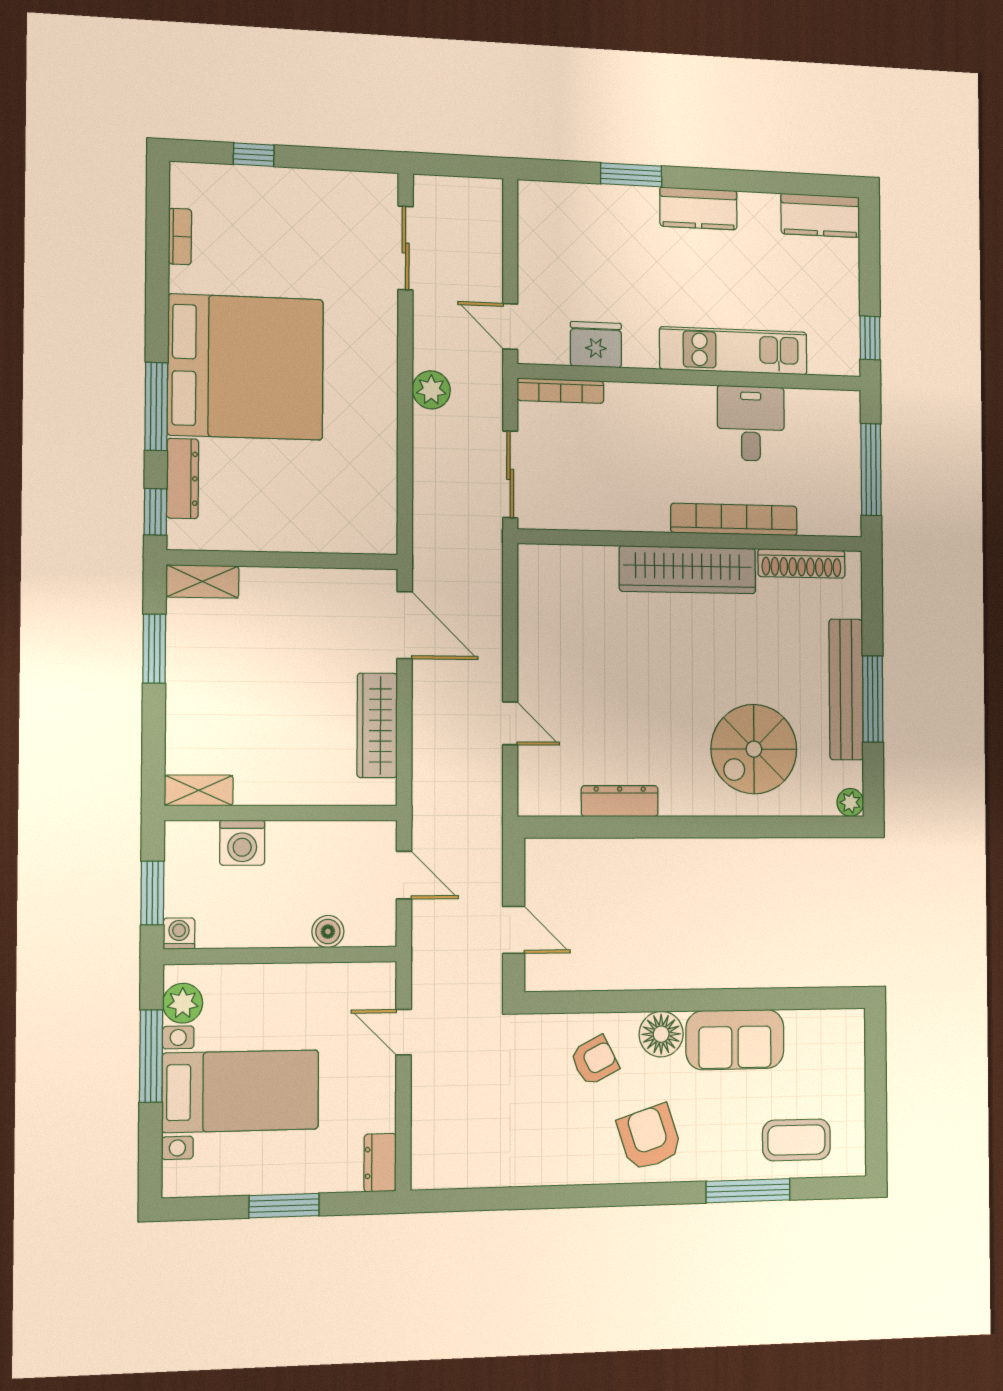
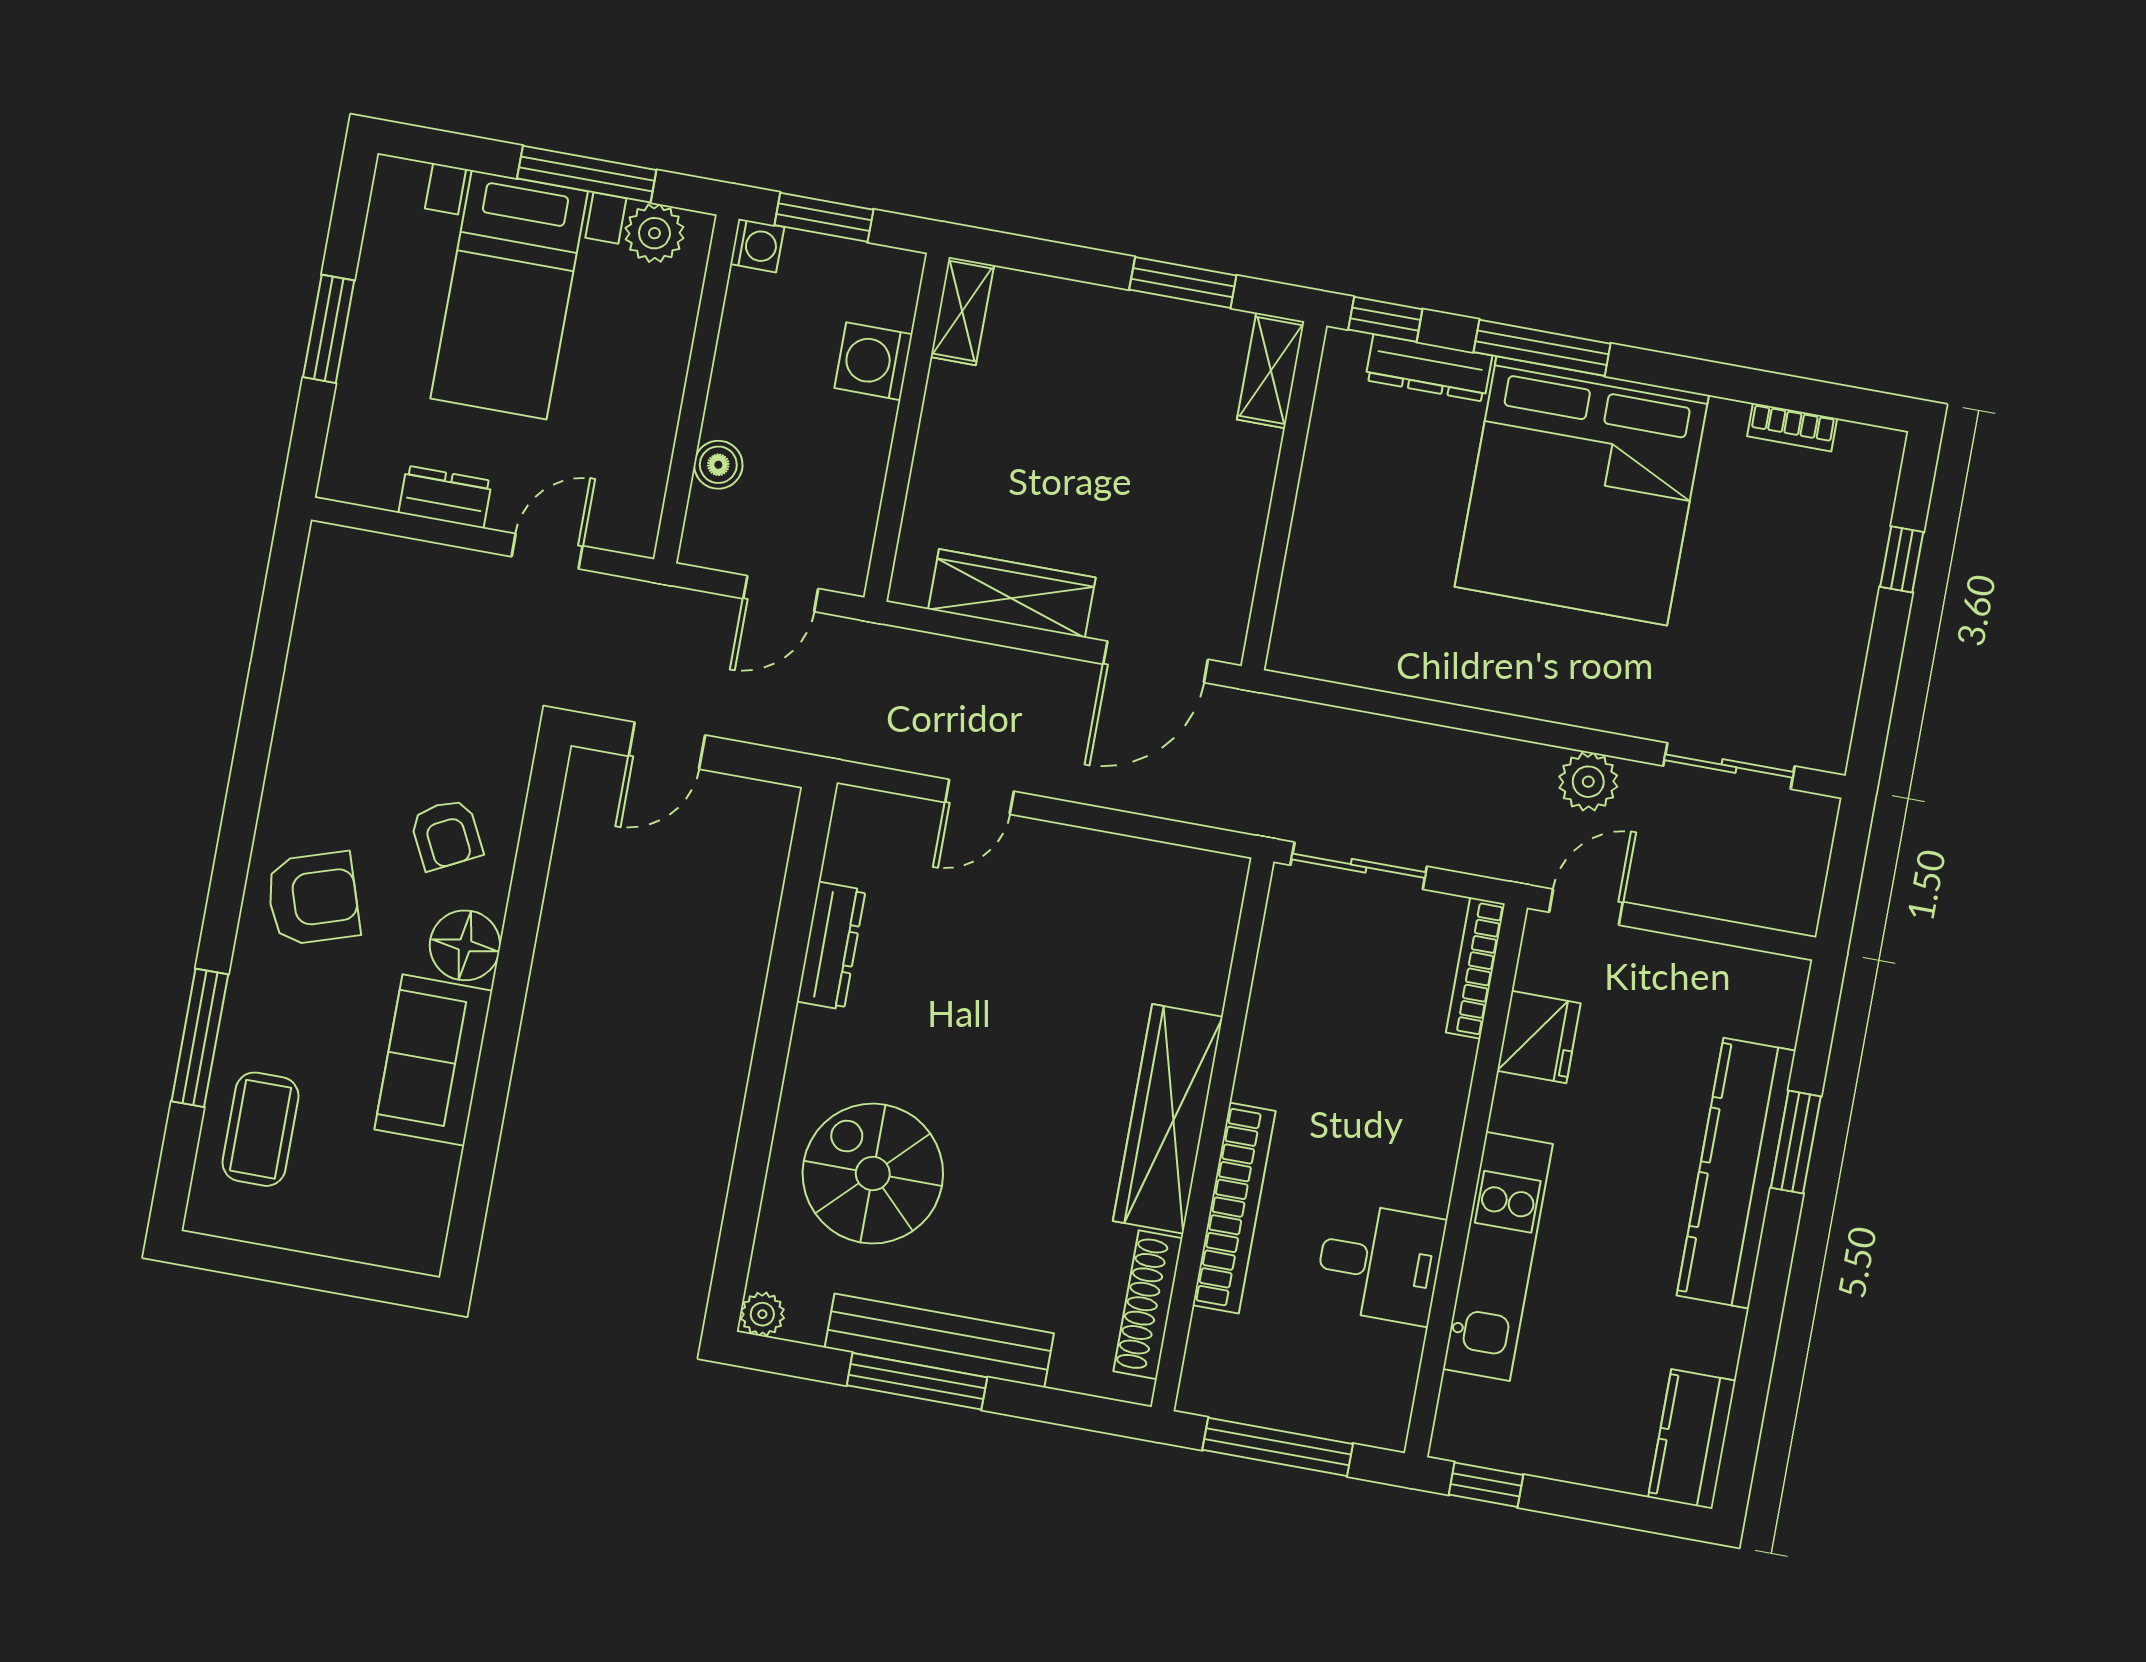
kitchen counter: (698, 208) -> (1736, 1173), width x2.08, depth x1.17
plant: (431, 390) -> (1588, 782), moved
dresser: (380, 1163) -> (445, 497), moved

